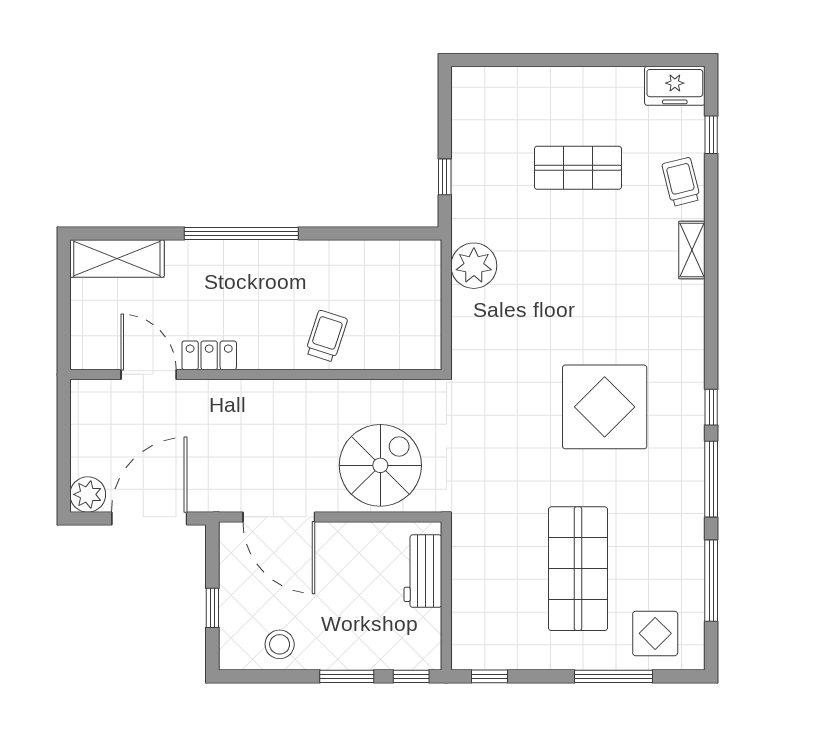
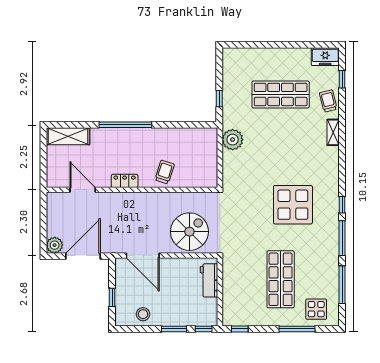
shop shelf: (578, 168) -> (281, 94), width x1.43, depth x1.36
locker: (209, 355) -> (125, 181), moved

